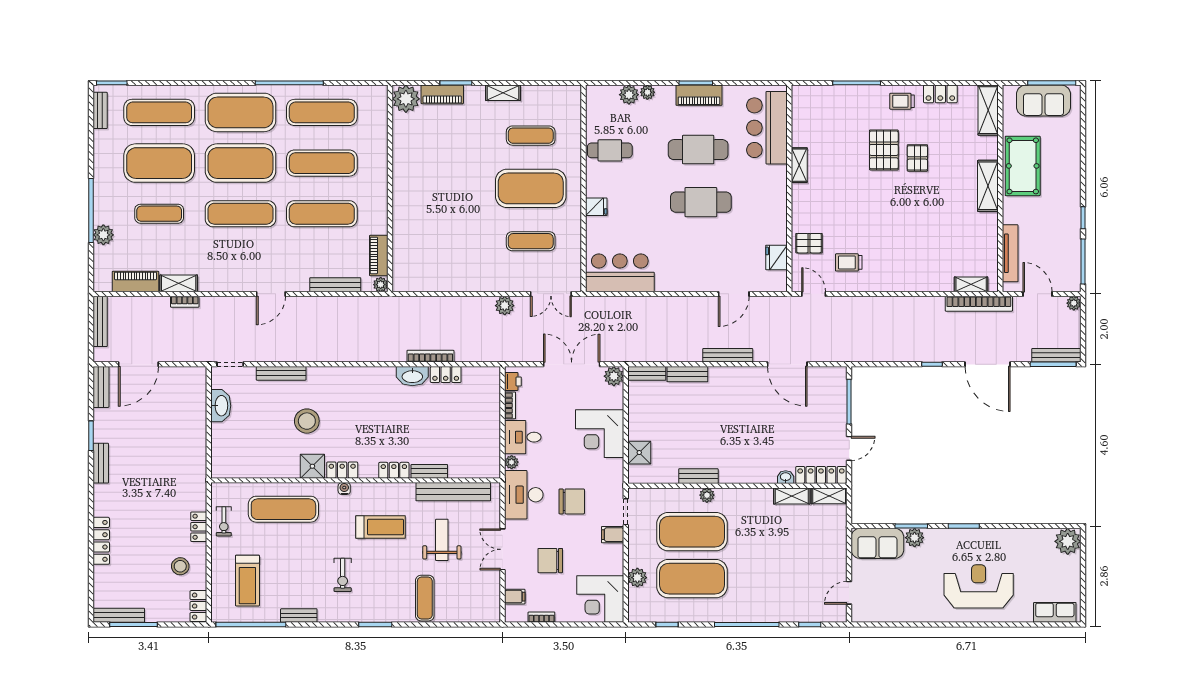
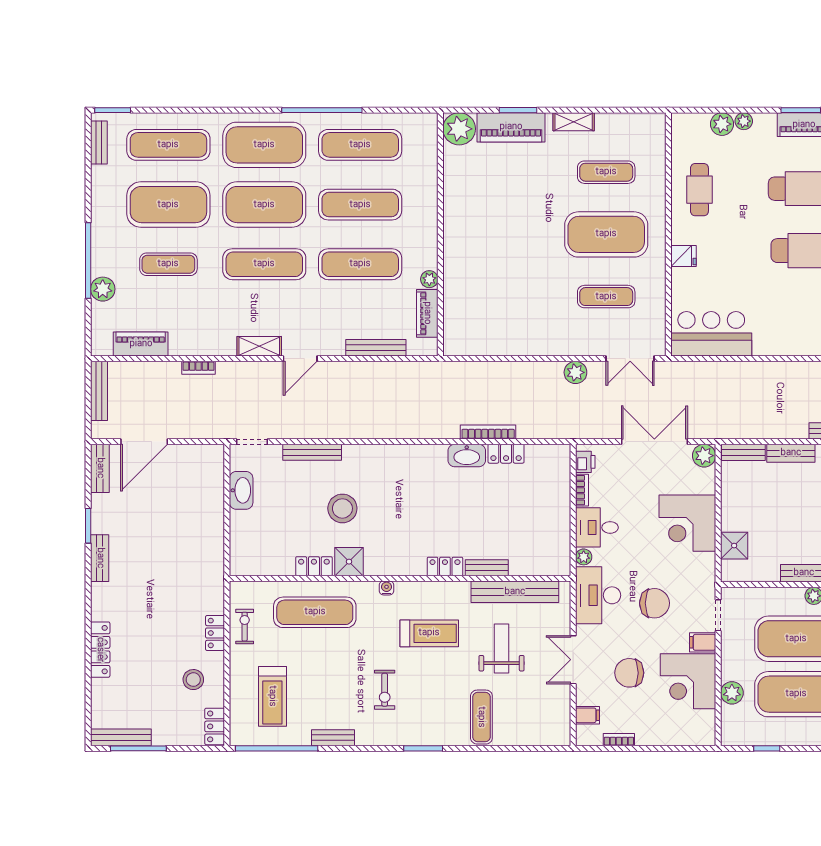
piano: (442, 94) -> (511, 127), width x1.37, depth x1.33
cafe table: (610, 150) -> (699, 190), turned 90
shelving: (179, 283) -> (259, 346), moved
plant: (381, 285) -> (429, 279), moved
locker: (342, 470) -> (314, 566), moved
exercise bike: (224, 521) -> (245, 627), turned 180
corner desk: (600, 599) -> (688, 681), moved

